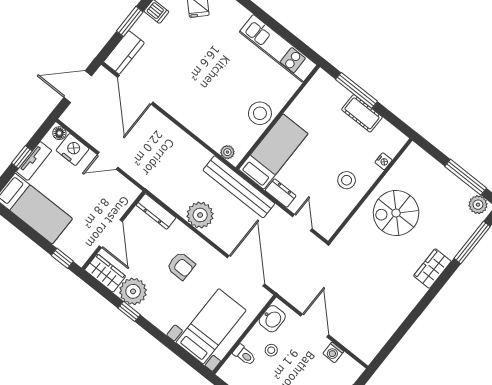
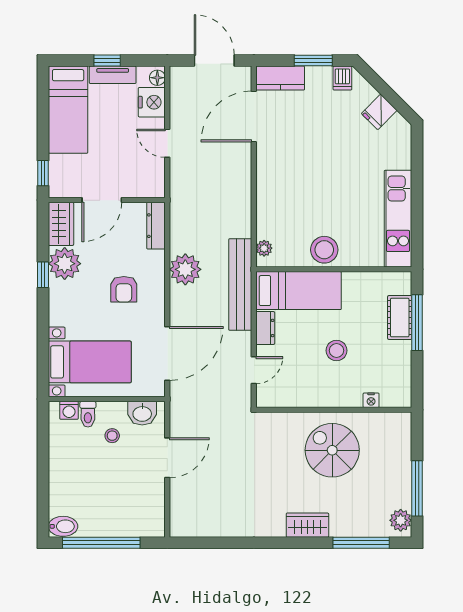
cot: (362, 113) -> (400, 318), moved
stool: (347, 180) -> (336, 351), moved
washing machine: (333, 352) -> (69, 410), moved, turned -90

